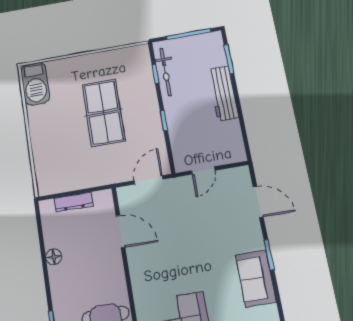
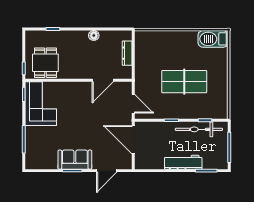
bicycle: (165, 72) -> (199, 129), width x1.37, depth x1.40
door: (203, 170) -> (133, 140), width x1.87
sofa: (256, 278) -> (75, 160), moved

